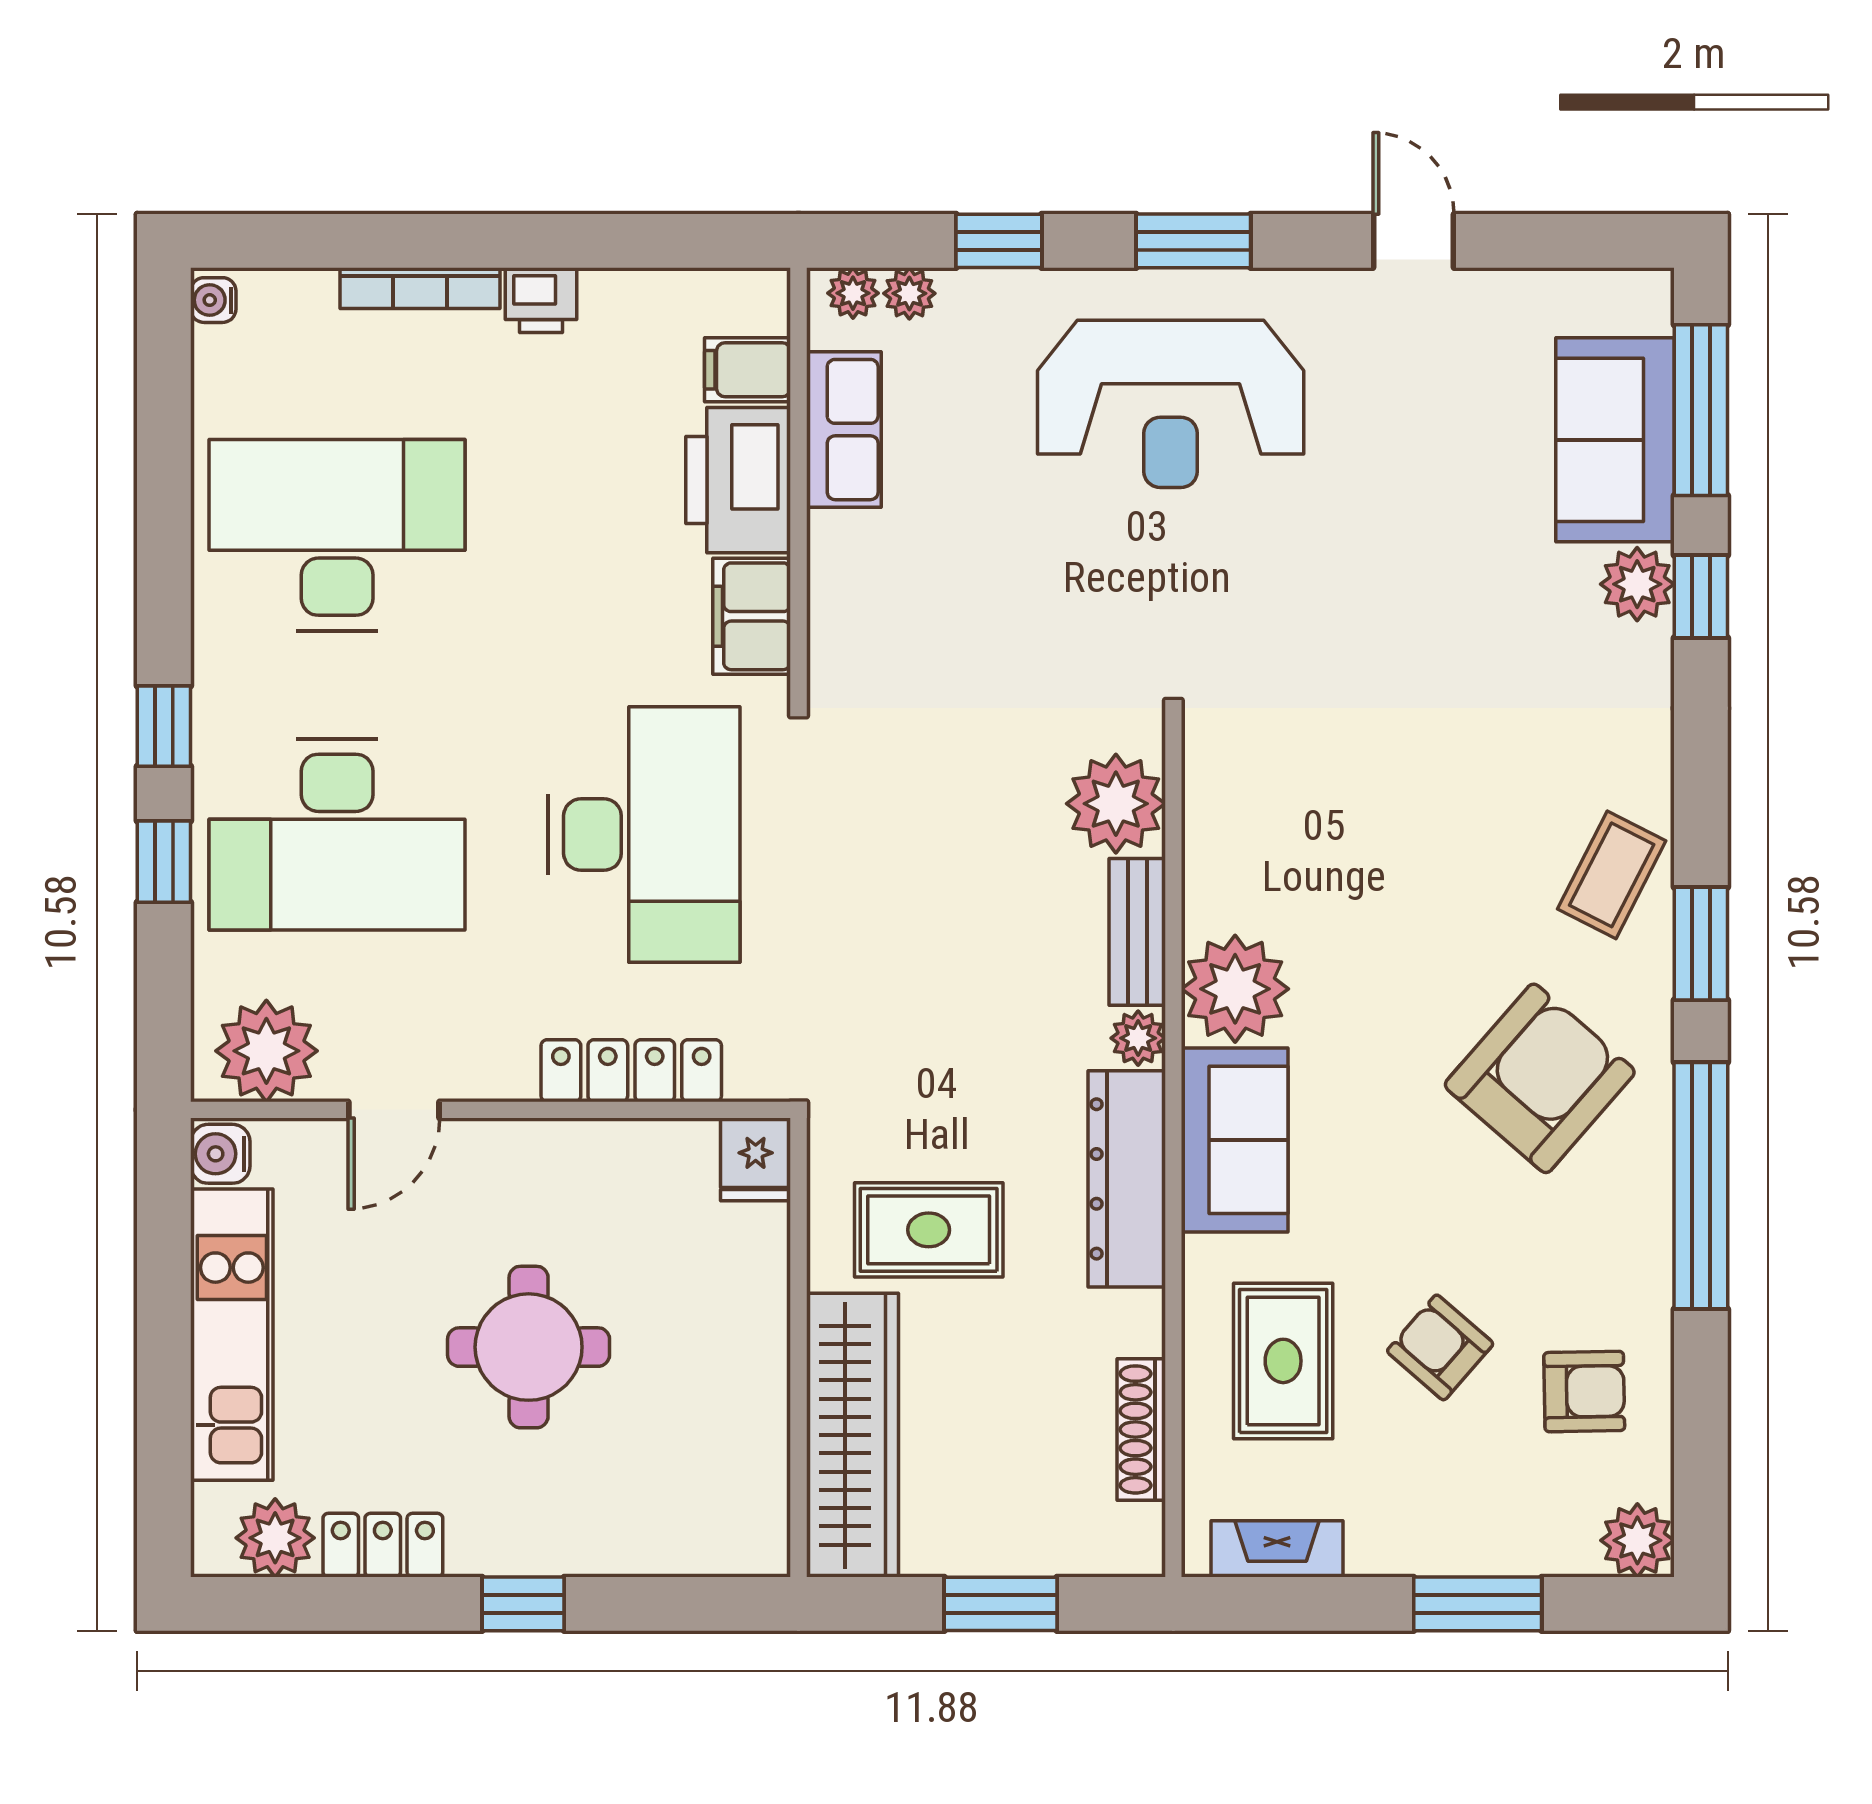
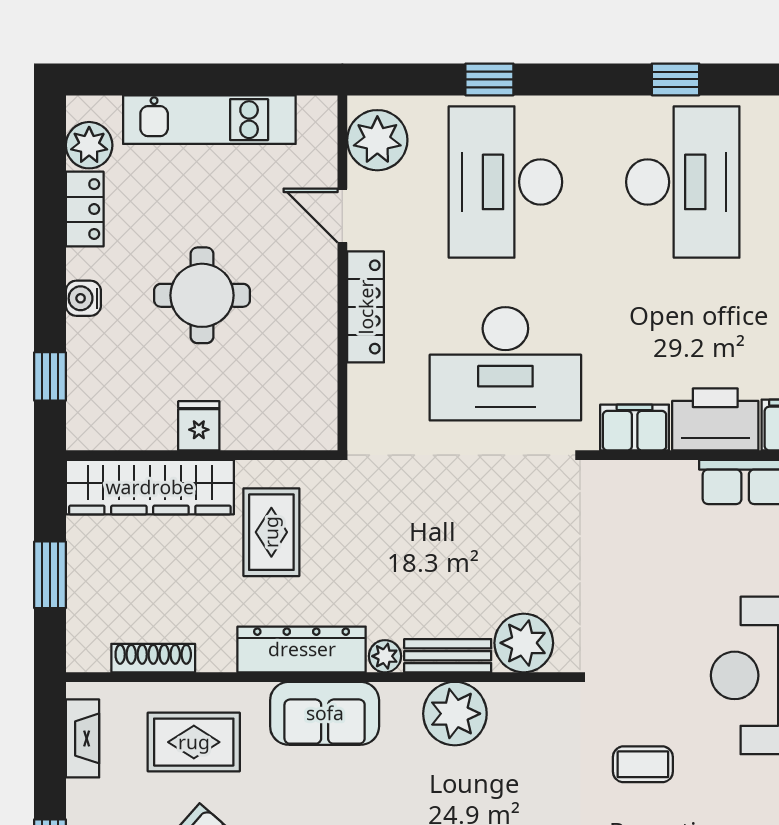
coffee table: (1321, 602) -> (643, 764), added
window: (164, 726) -> (676, 79), moved
plant: (1235, 989) -> (455, 714), moved
locker: (631, 1071) -> (366, 307), moved
water cooler: (220, 1154) -> (83, 298), moved, turned -90
fridge: (756, 1159) -> (199, 426), moved, turned 90
window: (523, 1604) -> (50, 376), moved

